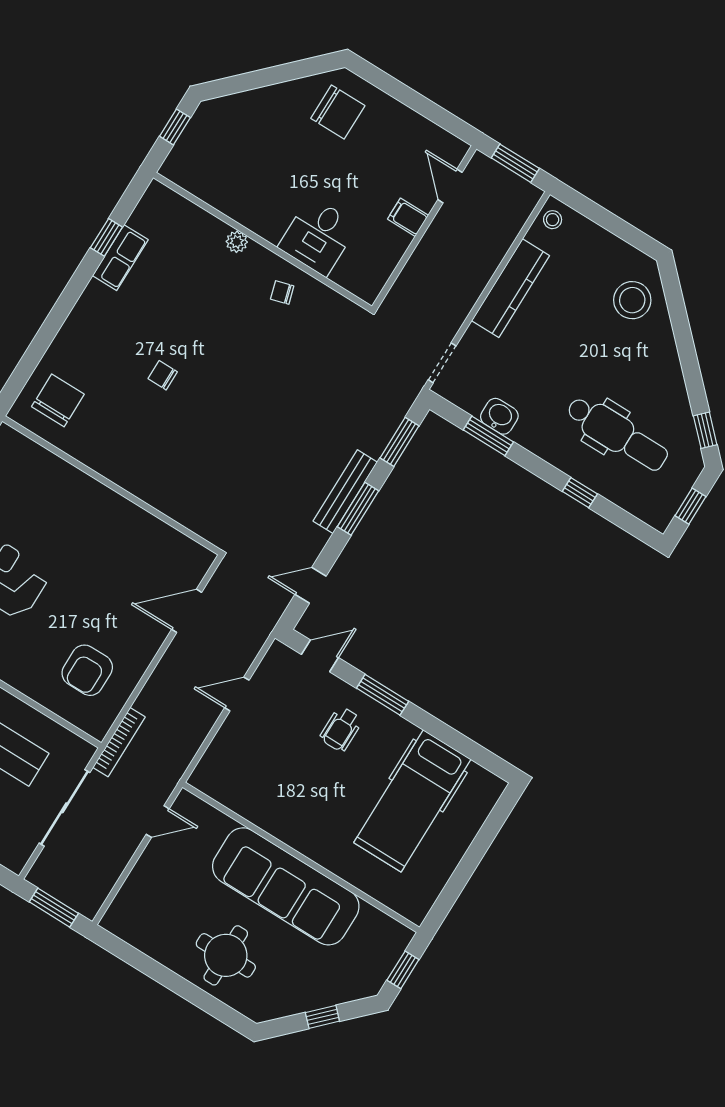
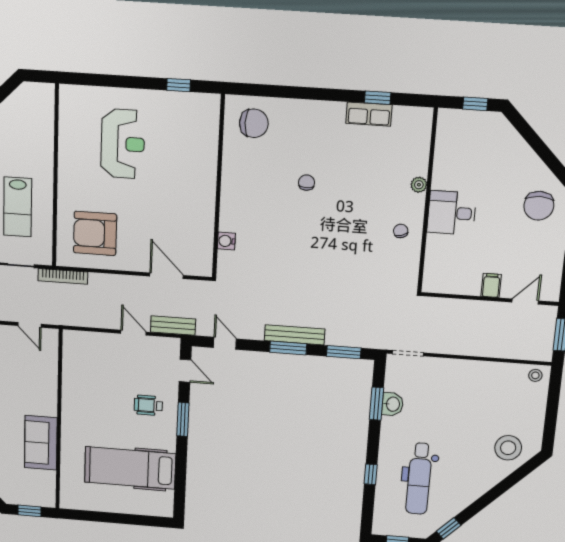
desk: (318, 236) -> (452, 213), moved
kitchen counter: (511, 288) -> (478, 371), removed
water cooler: (183, 512) -> (226, 241), added
bench: (254, 638) -> (173, 326), added
armchair: (87, 670) -> (95, 233), width x1.36, depth x1.36
sofa: (286, 886) -> (41, 443), width x0.54, depth x0.79

